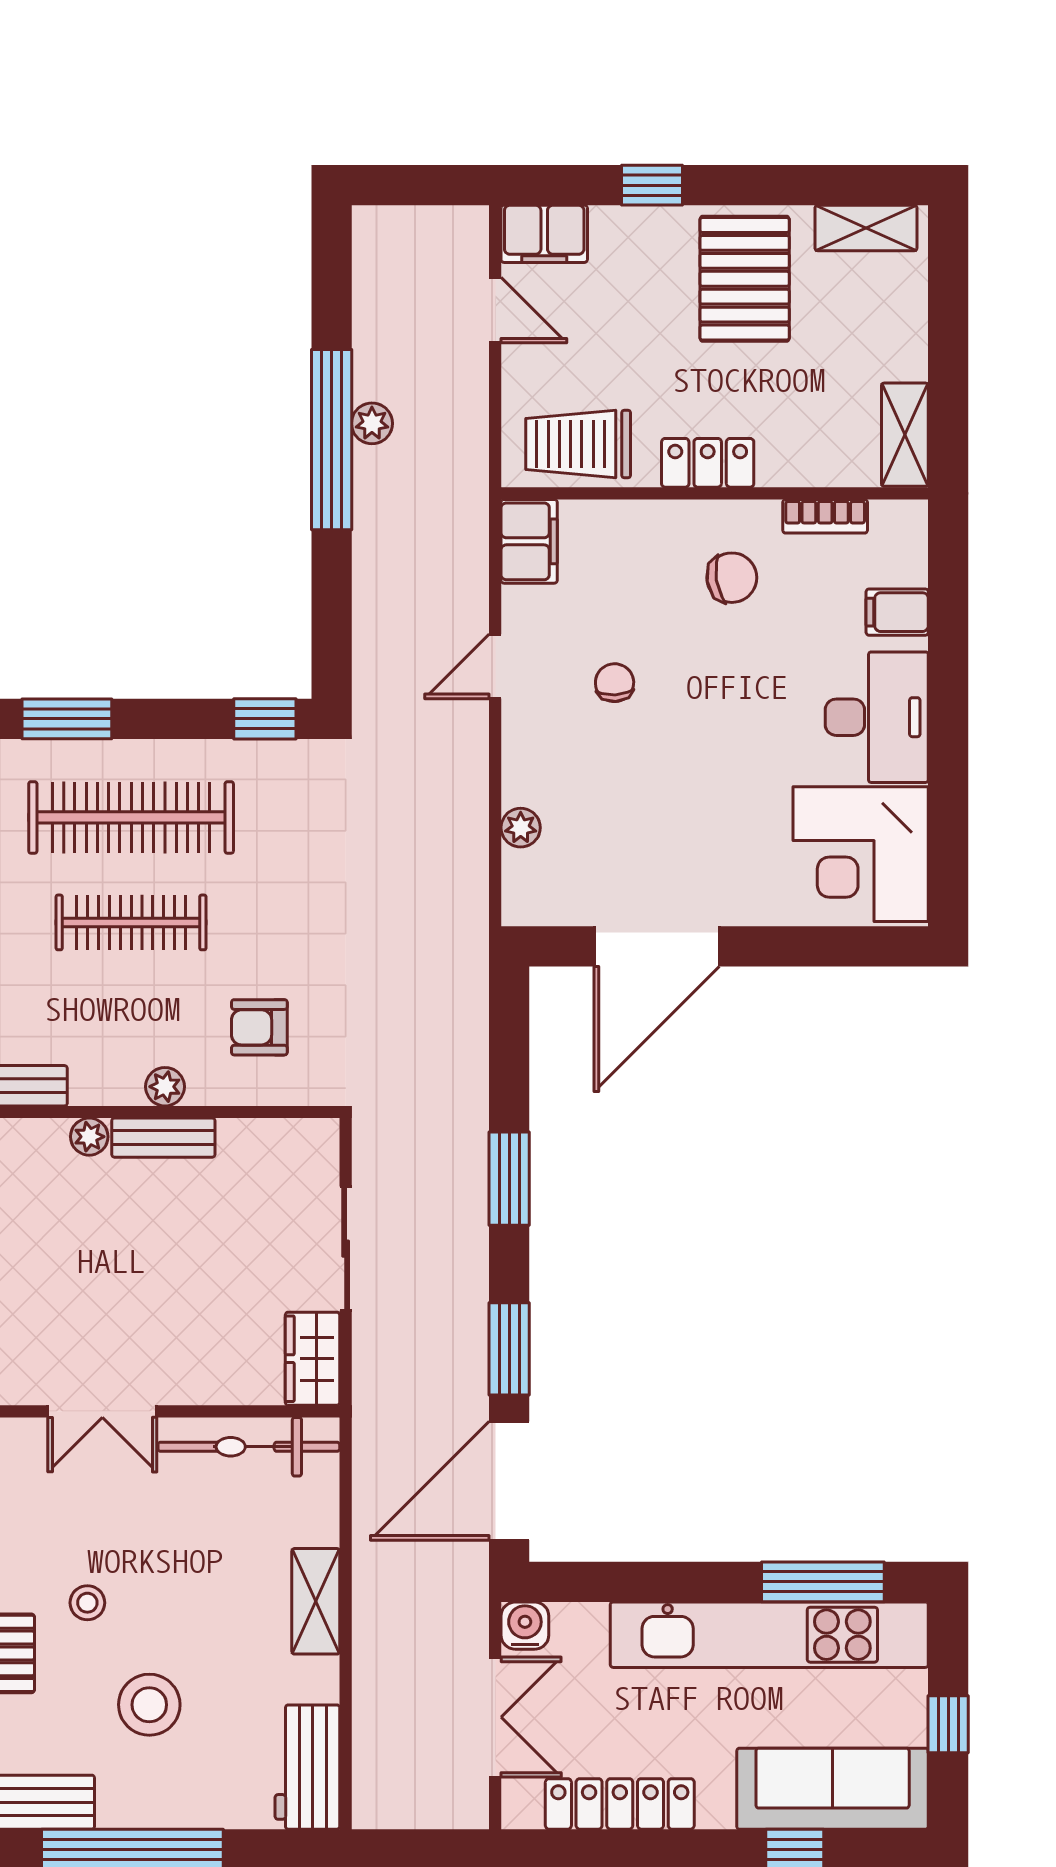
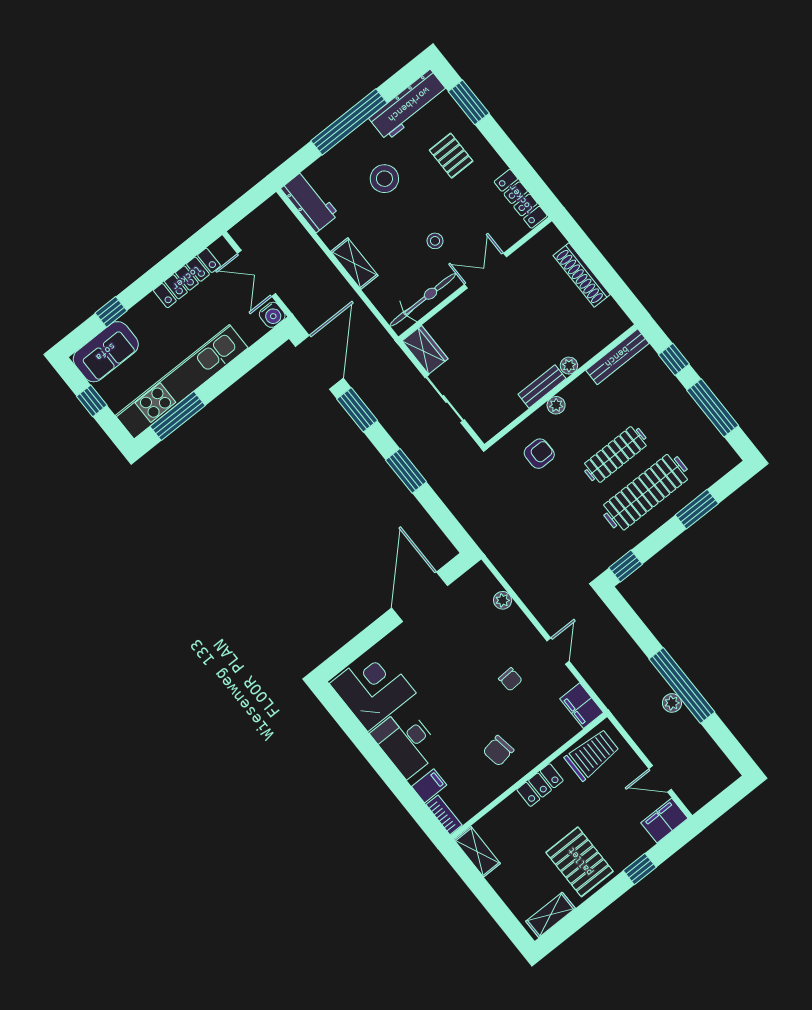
bookcase: (825, 516) -> (444, 815), moved, turned 90
stool: (87, 1603) -> (435, 241), moved
sofa: (833, 1789) -> (106, 352), width x0.73

